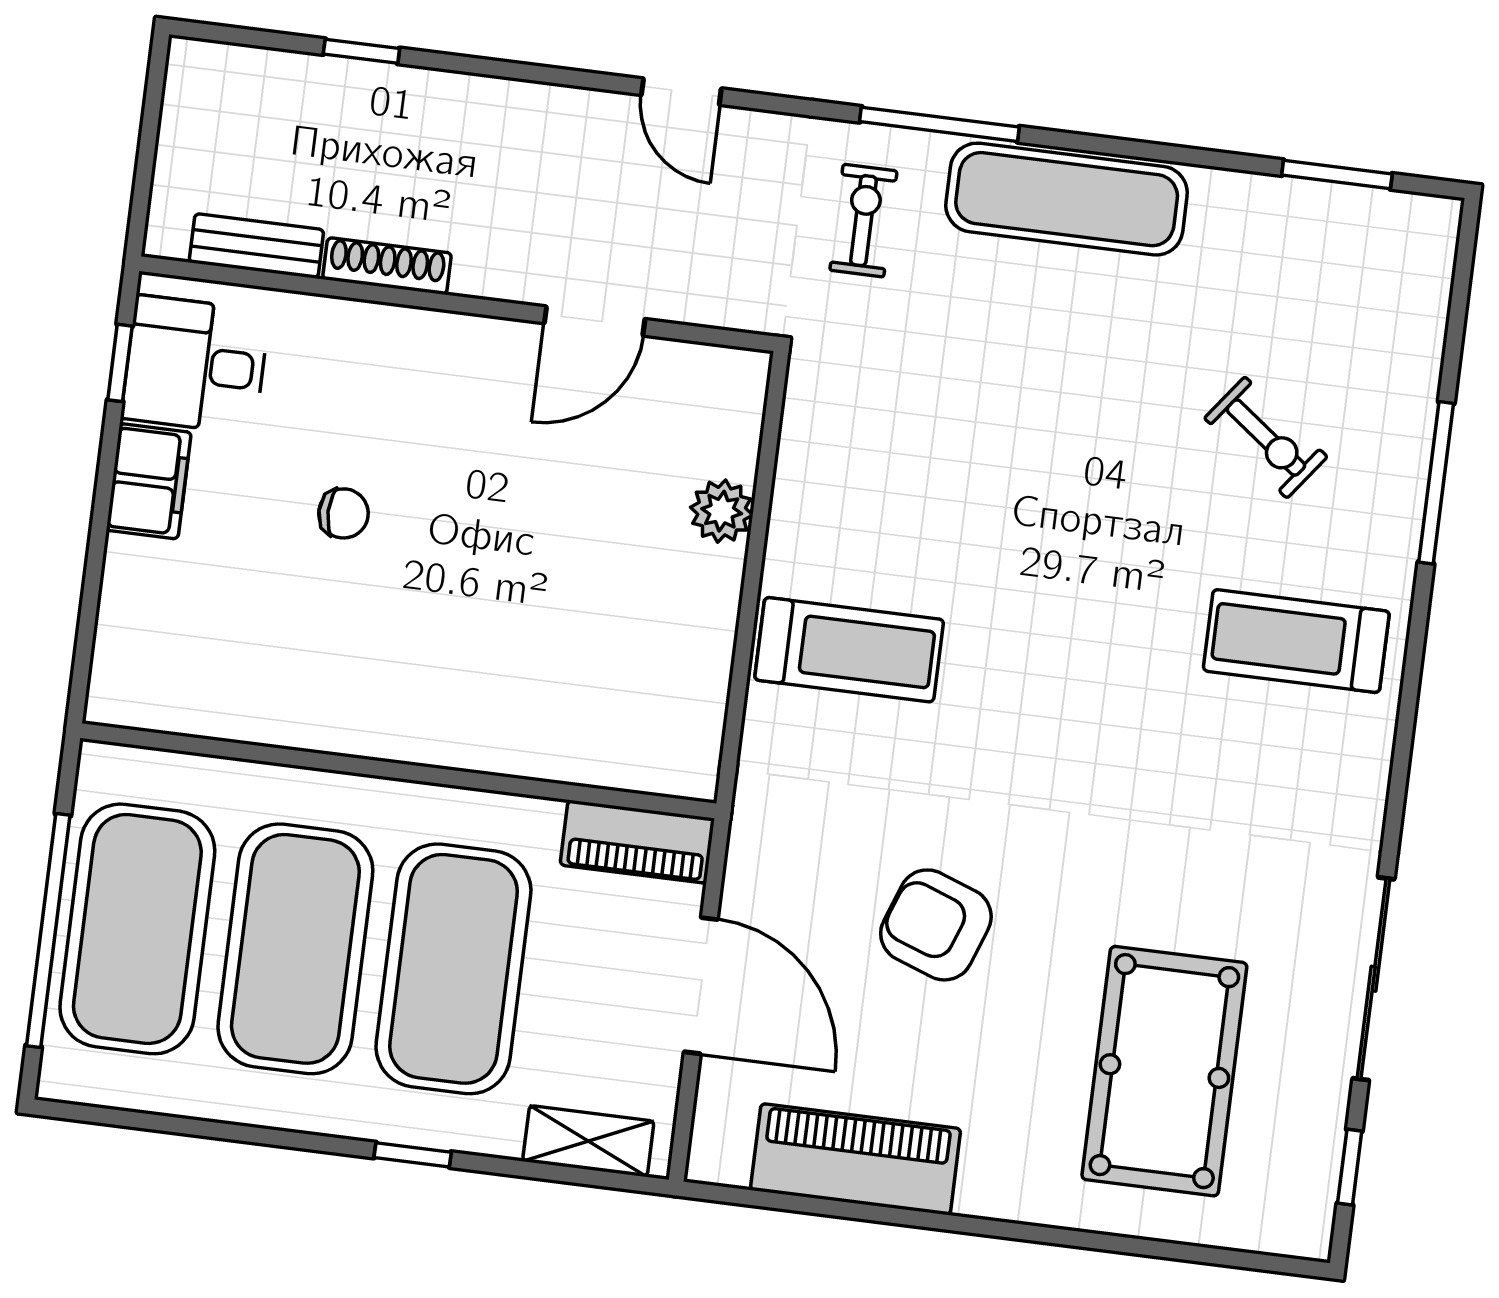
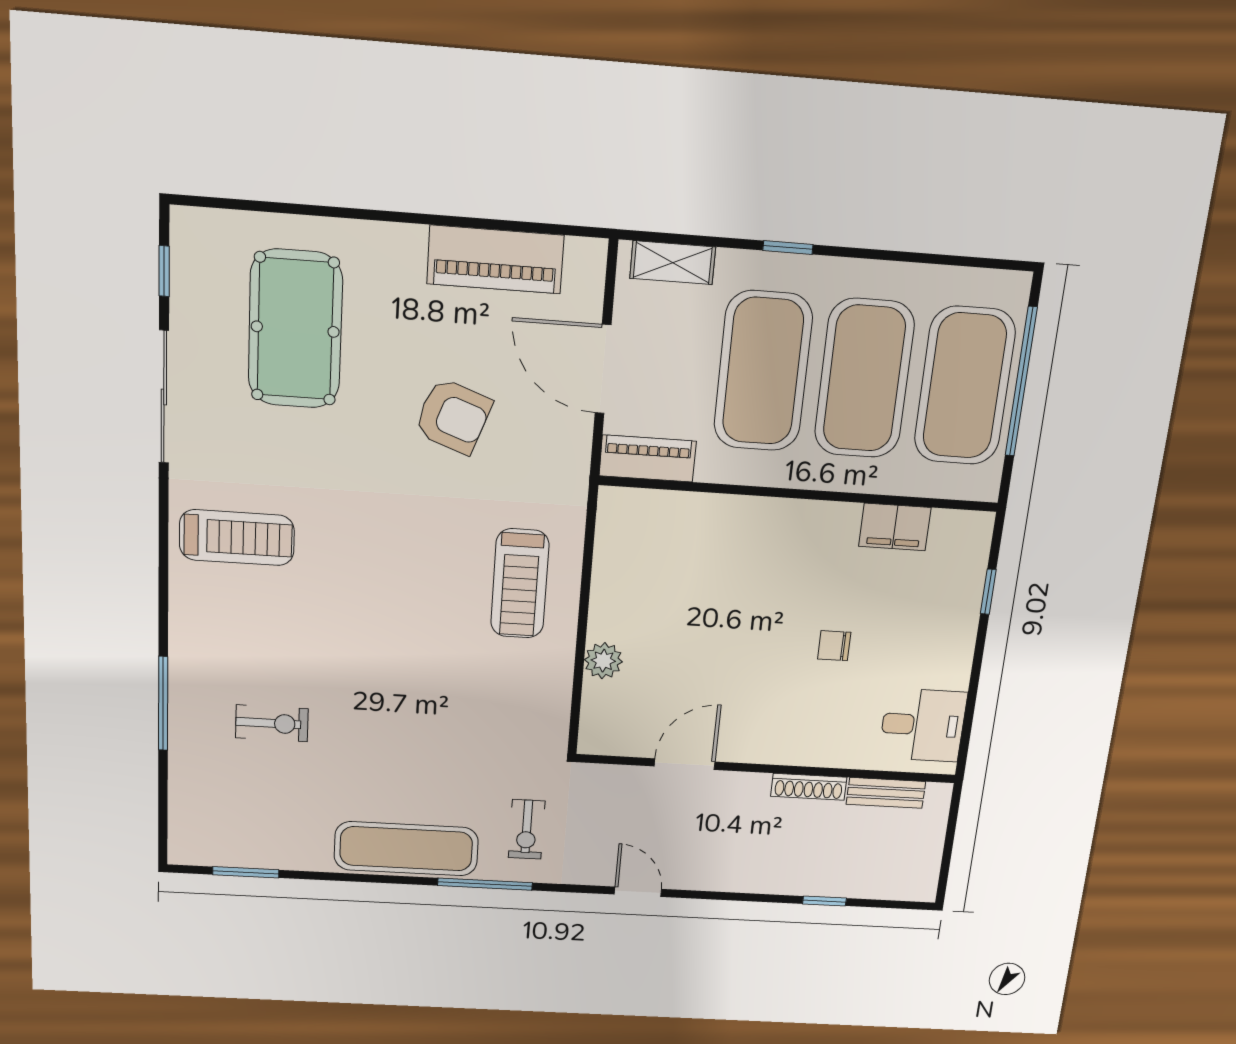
window: (120, 363) -> (988, 592), moved
exercise bike: (1266, 438) -> (272, 723), turned 143
filing cabinet: (149, 481) -> (895, 527), moved, turned -90
treadmill: (1296, 641) -> (237, 538), moved
treadmill: (849, 650) -> (520, 584), turned -90

